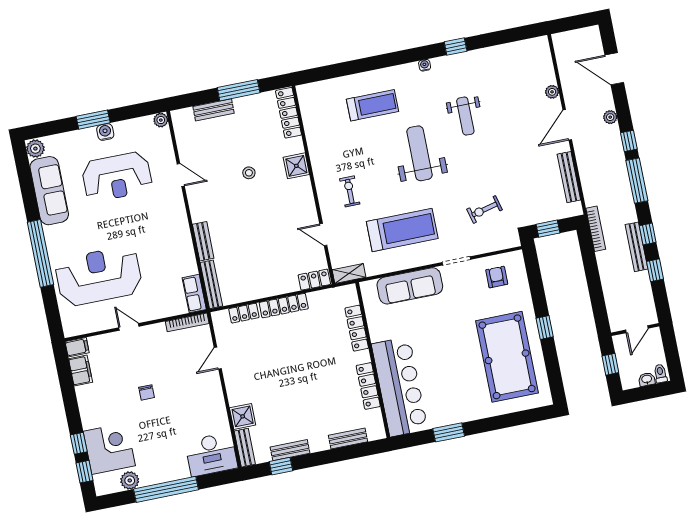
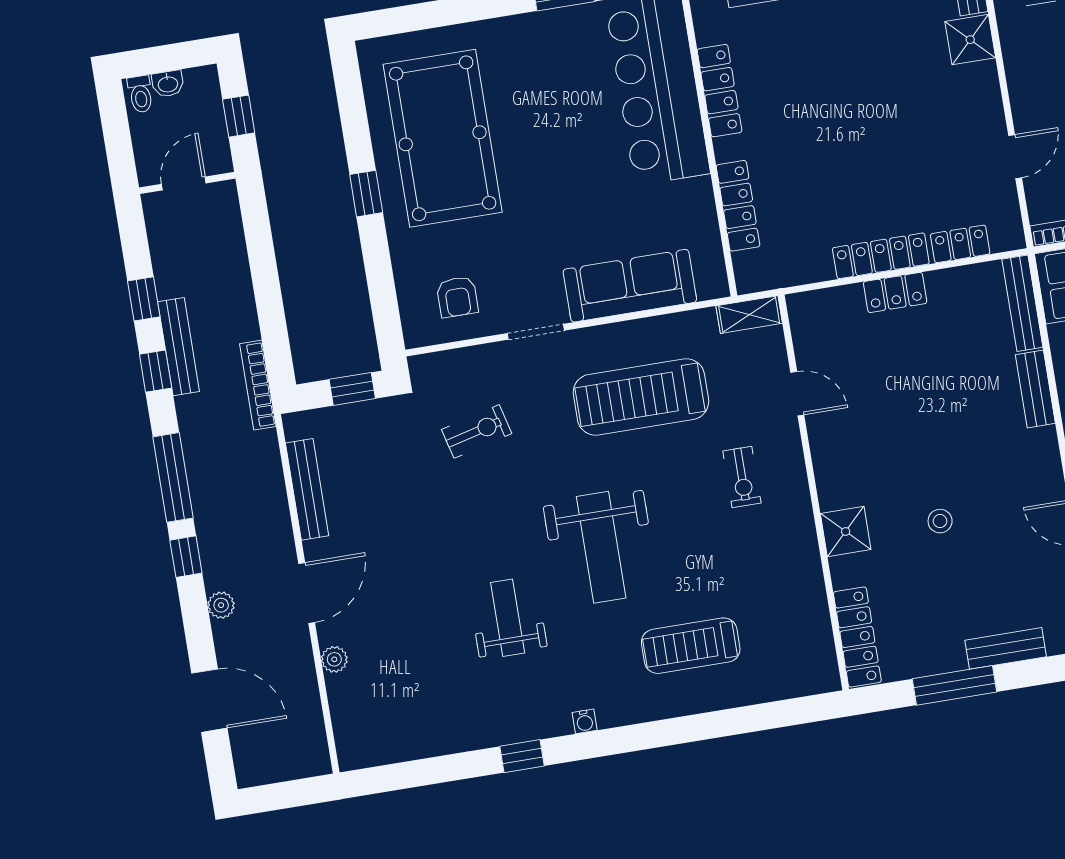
locker: (314, 280) -> (895, 292), moved

